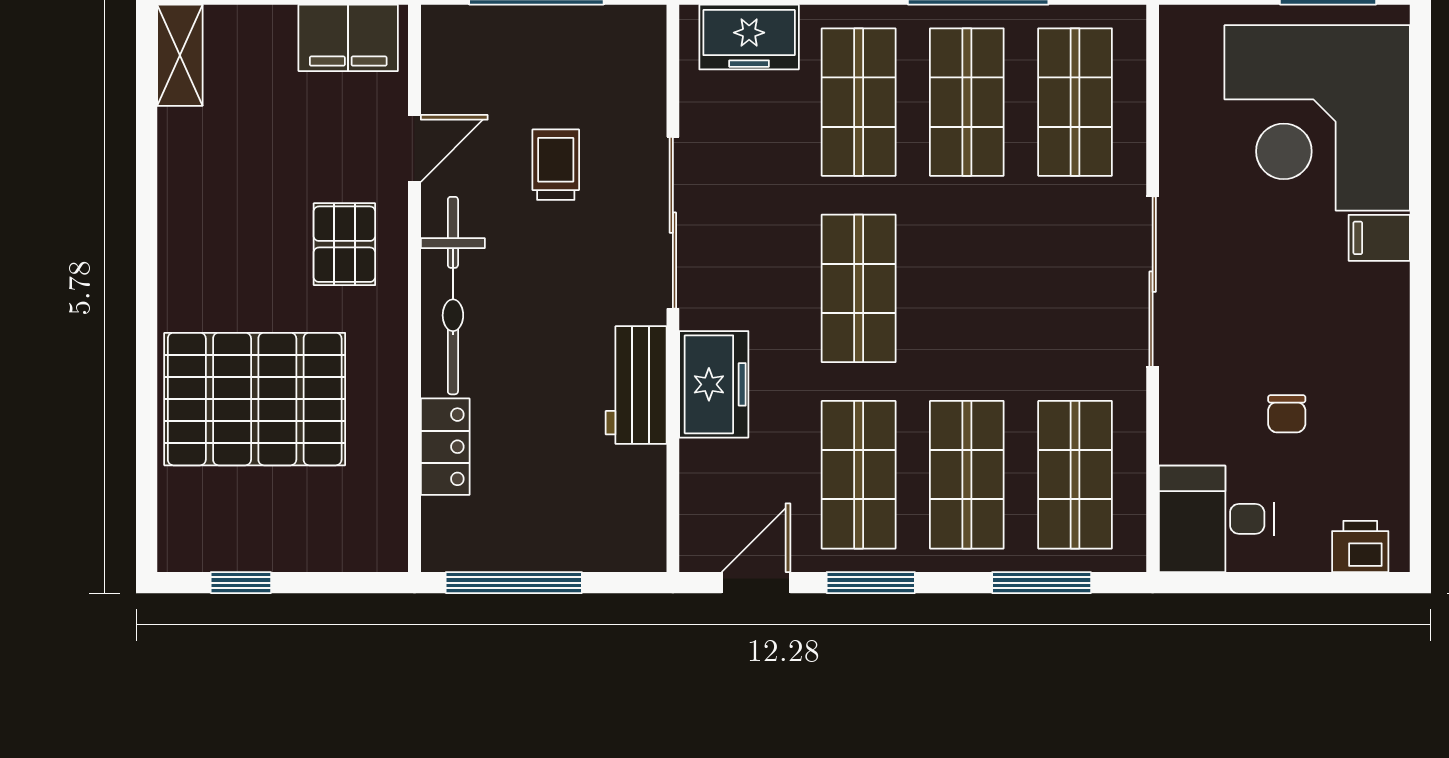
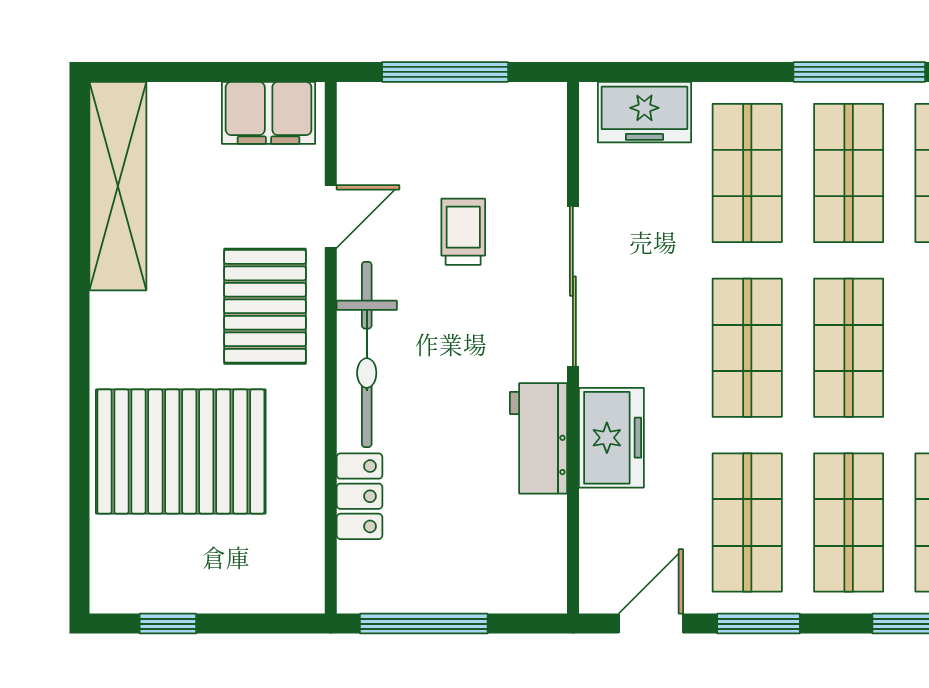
shelving: (180, 55) -> (118, 186), width x2.20, depth x1.33
pallet: (344, 244) -> (265, 306), width x1.50, depth x1.42
shop shelf: (967, 288) -> (849, 348), added

